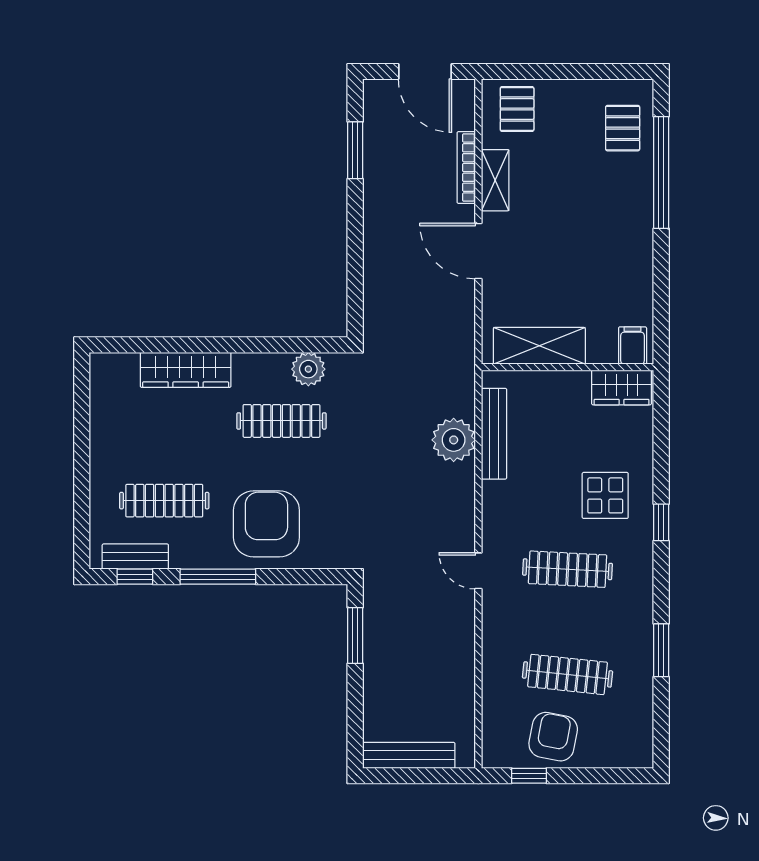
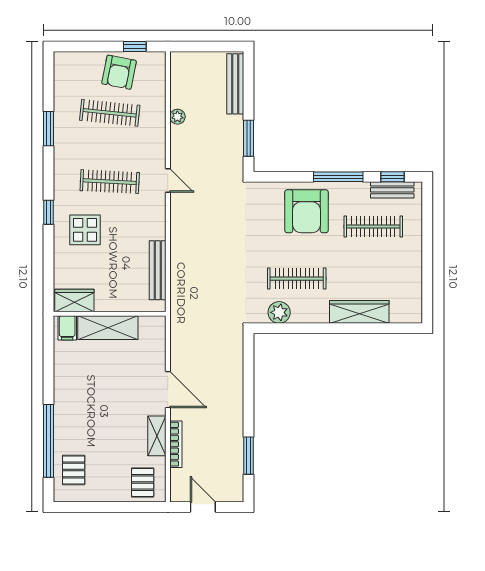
door: (425, 72) -> (203, 507), width x0.73
shelving: (539, 346) -> (108, 328), moved
plant: (454, 440) -> (177, 117), moved, width x0.53, depth x0.53
bench: (409, 755) -> (235, 84), moved, turned 90

